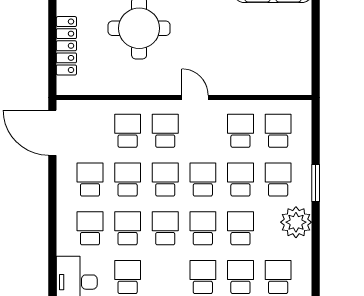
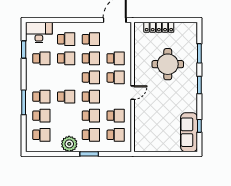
school desk: (165, 228) -> (66, 77), removed
school desk: (240, 228) -> (66, 116), removed

